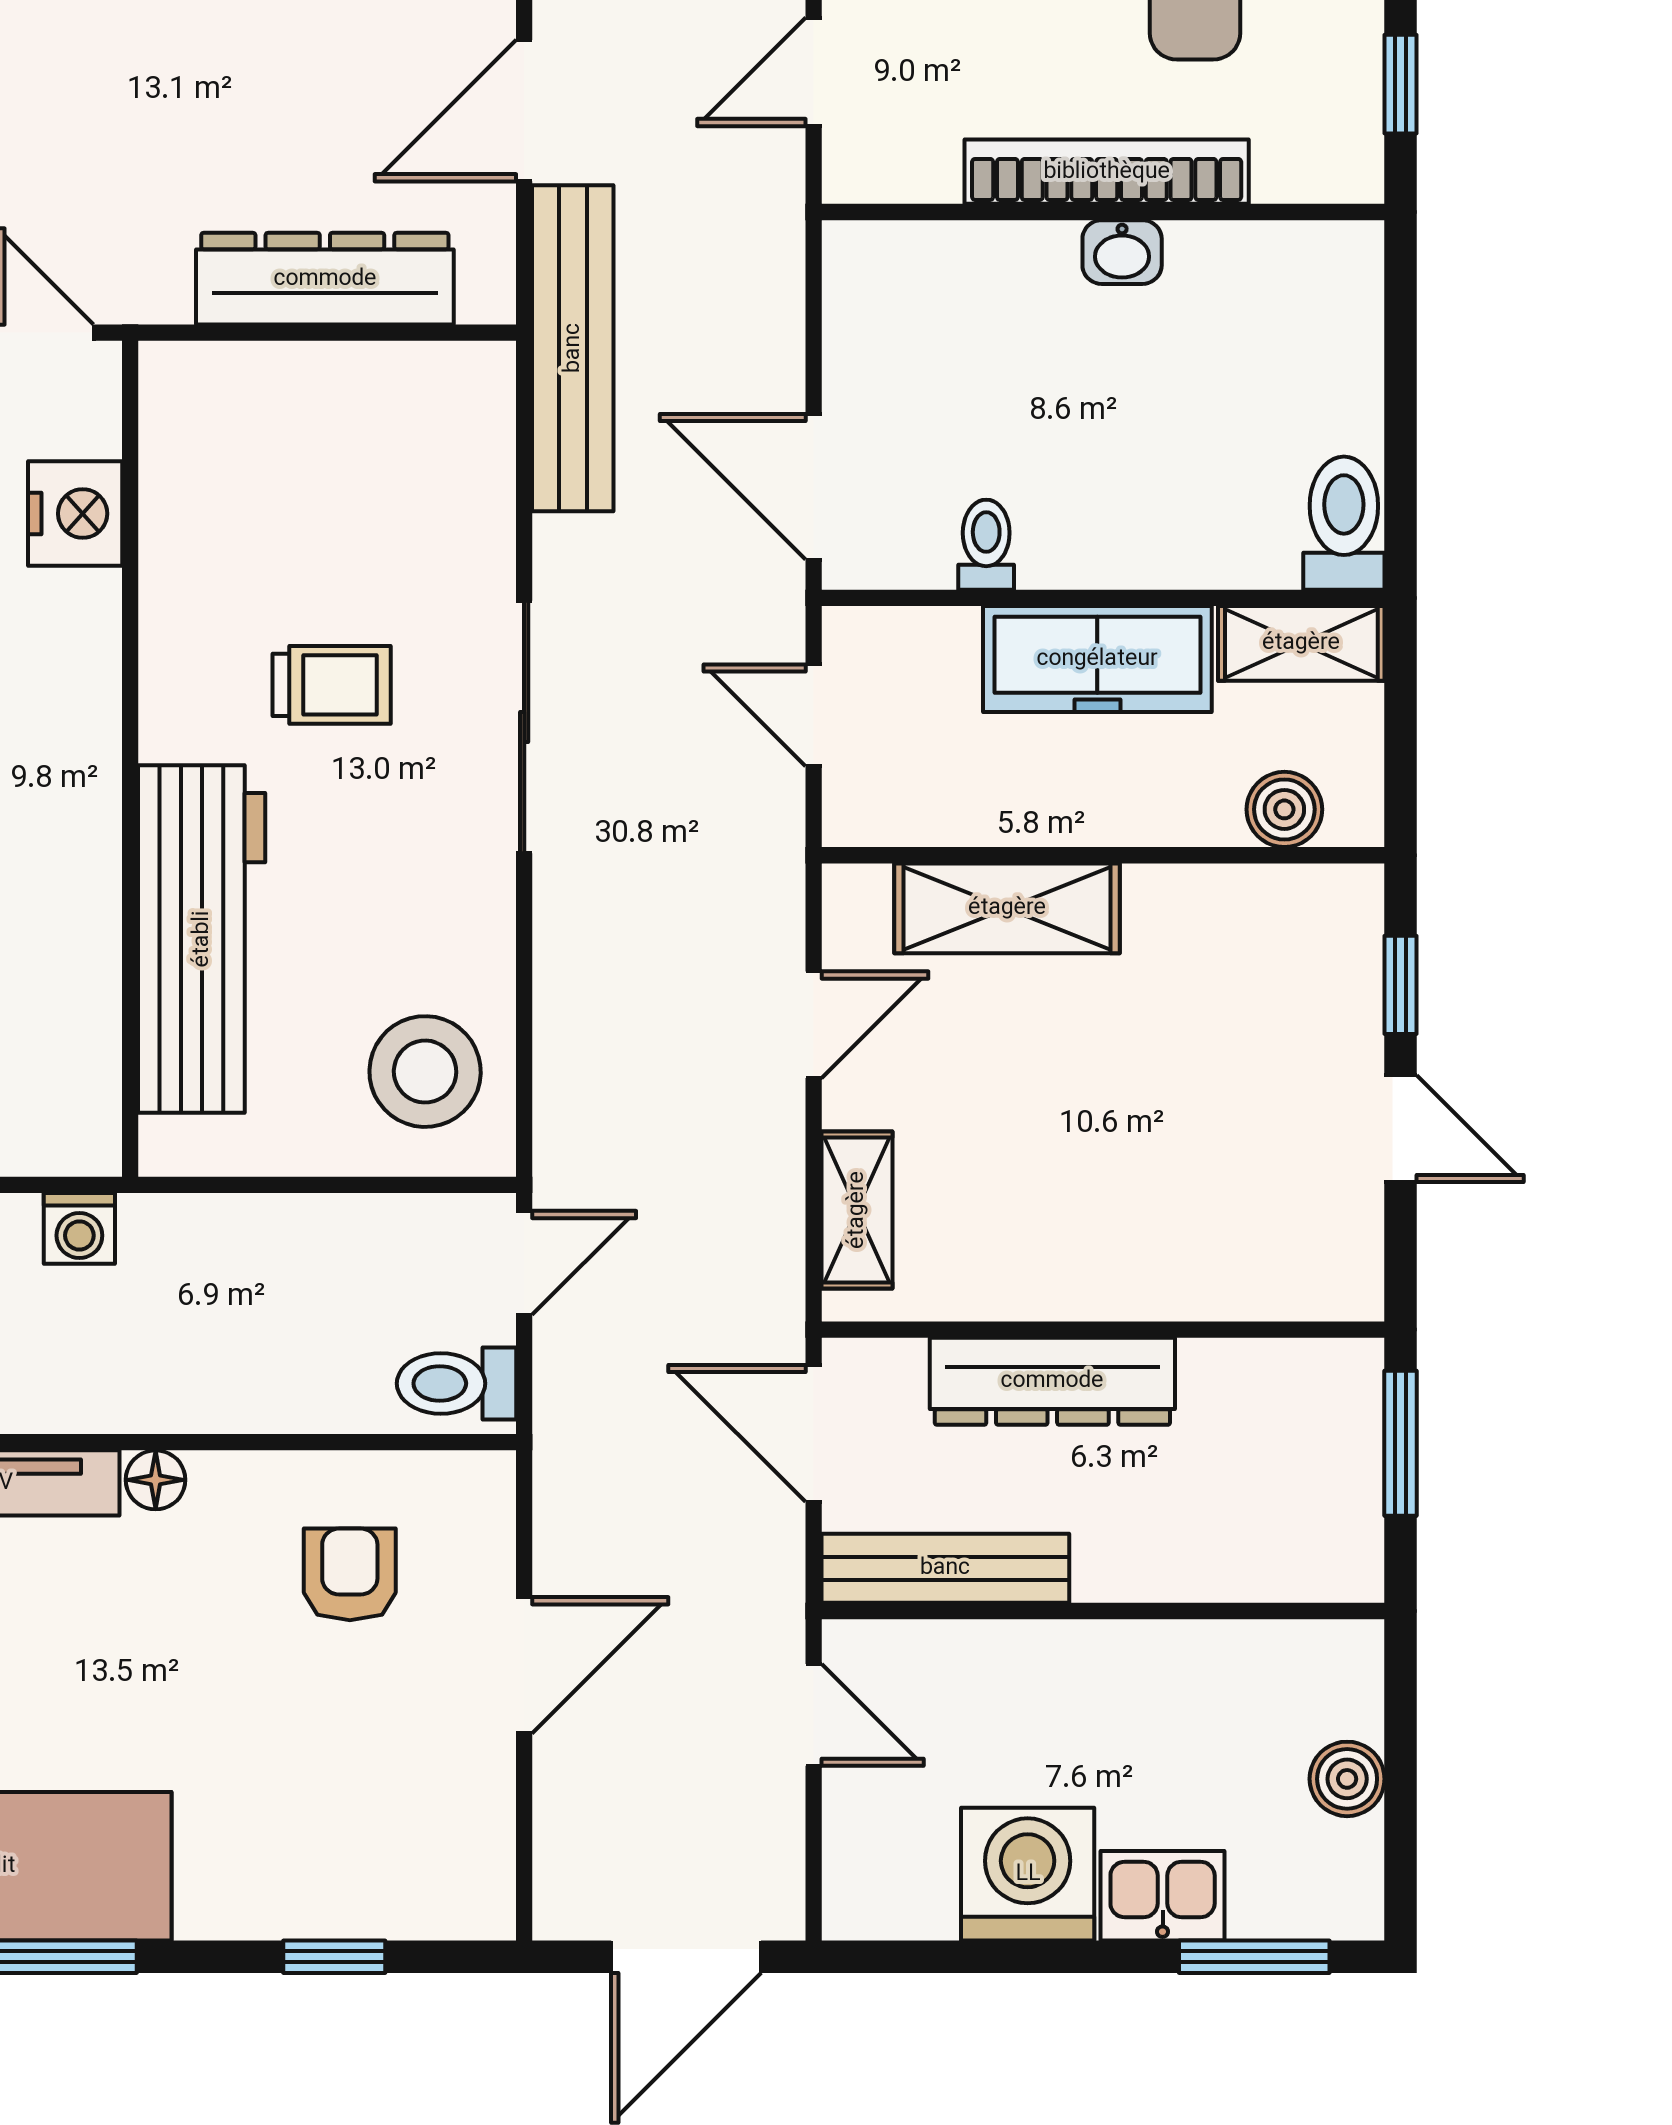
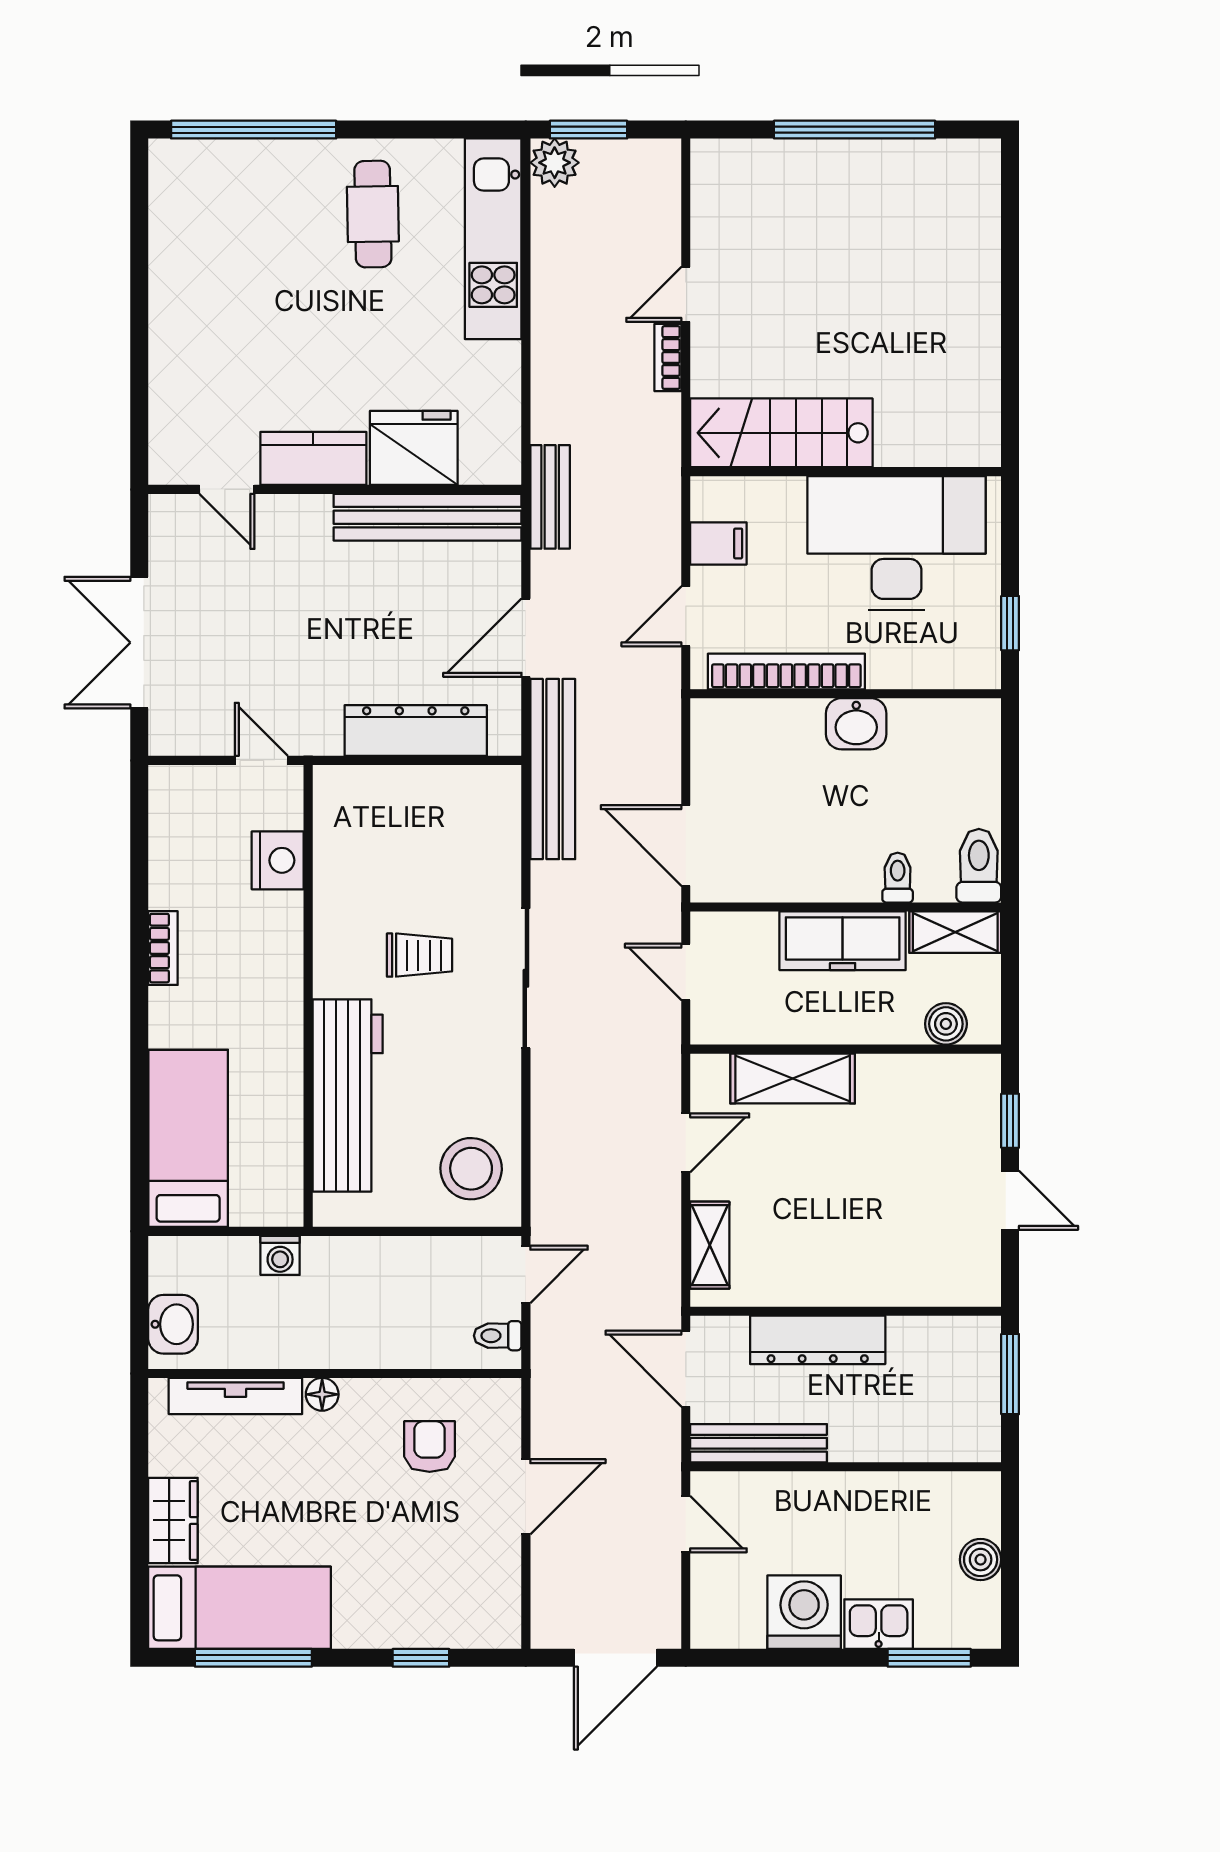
bookcase: (1107, 172) -> (786, 671), moved
washbasin: (1122, 252) -> (856, 724), width x1.38, depth x1.45
toilet: (986, 545) -> (898, 878), moved
toilet: (456, 1383) -> (498, 1336), width x0.73, depth x0.72

